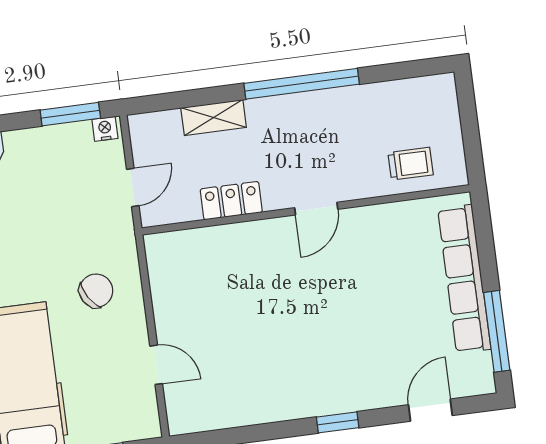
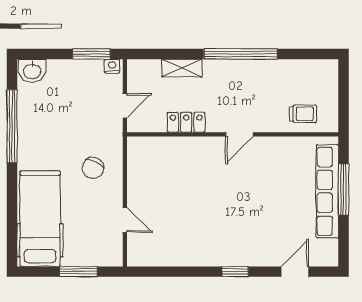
chair: (96, 291) -> (93, 168), turned 148
window: (497, 331) -> (344, 189), moved

